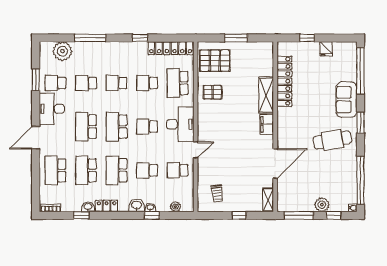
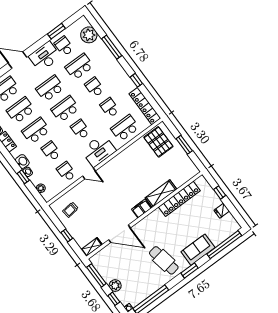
school desk: (86, 83) -> (79, 67), width x1.85
pallet: (213, 92) -> (136, 156), removed

